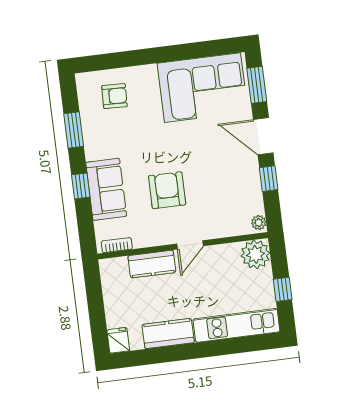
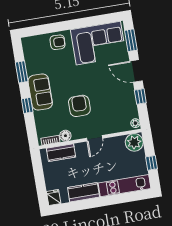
armchair: (115, 96) -> (58, 42), moved
sofa: (106, 189) -> (40, 92), moved
floor lamp: (142, 239) -> (65, 136), added
kitchen counter: (152, 264) -> (61, 153), moved

